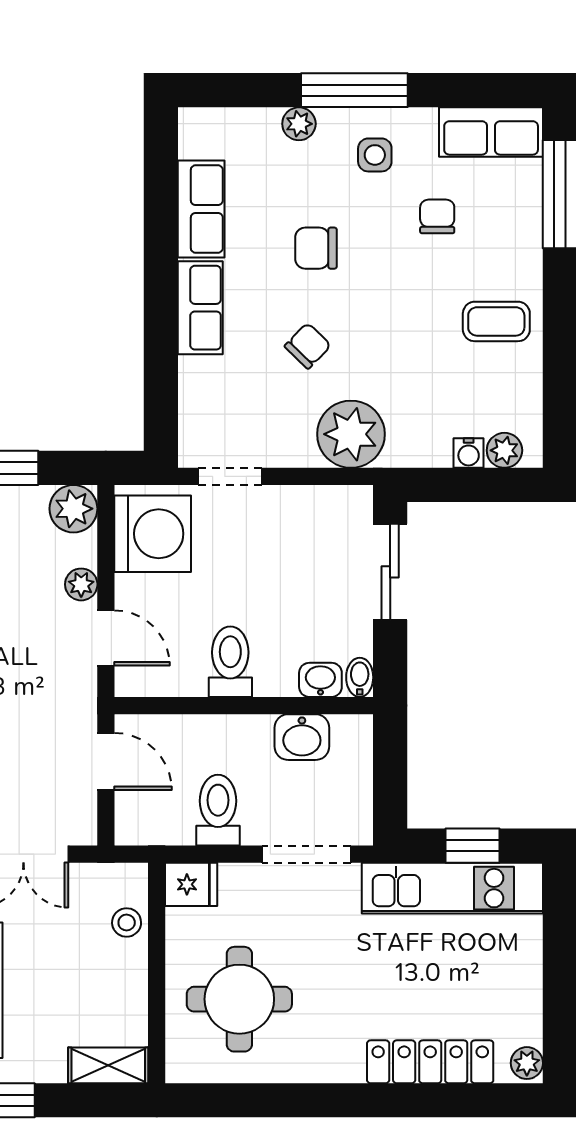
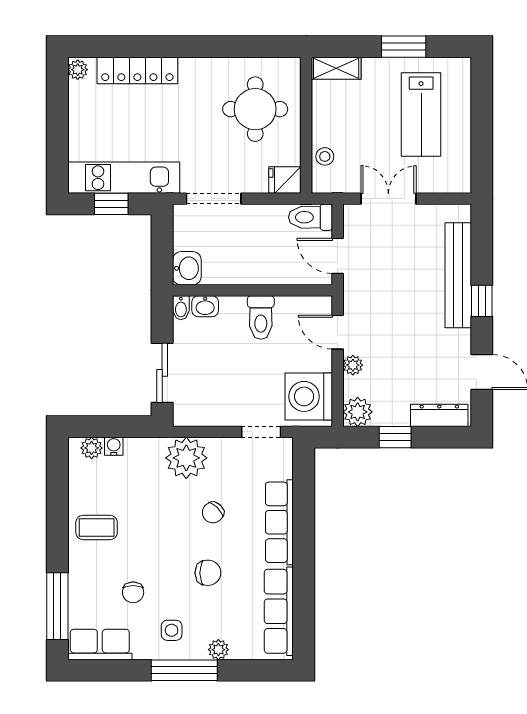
row of seats: (201, 209) -> (279, 611), width x1.48
row of seats: (200, 308) -> (279, 522), width x1.48
washbasin: (302, 737) -> (187, 268), moved, turned 90
toilet: (218, 810) -> (310, 217), moved, turned 90

